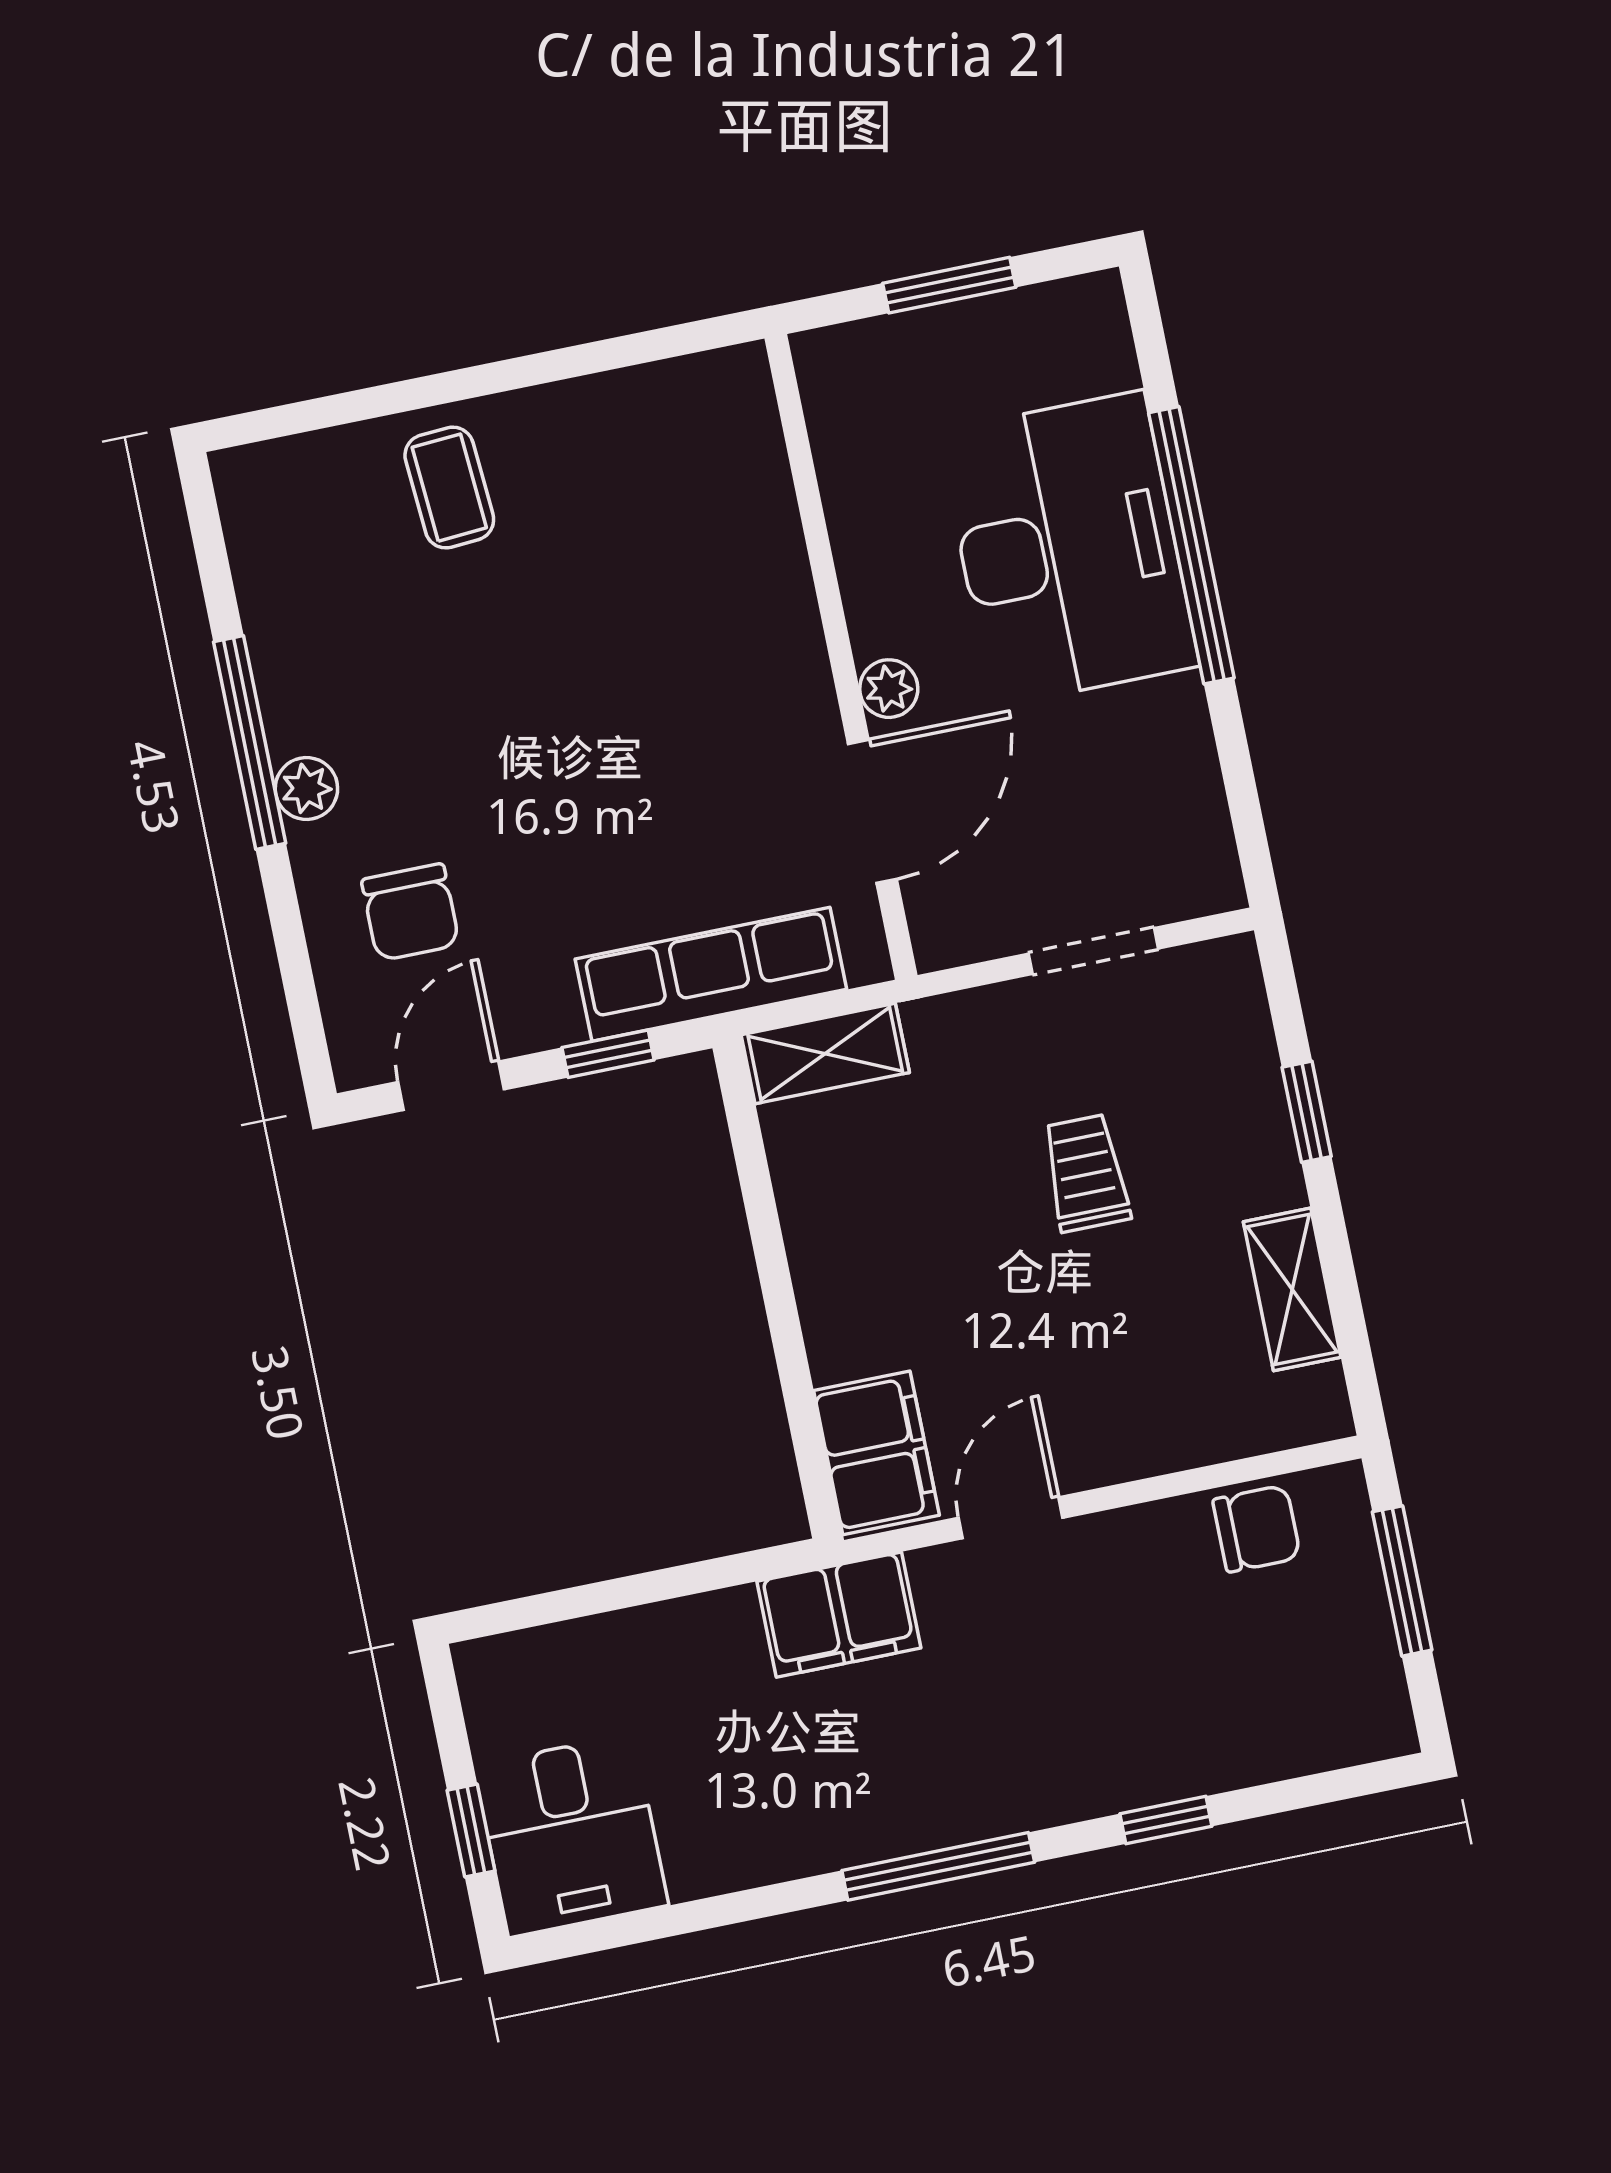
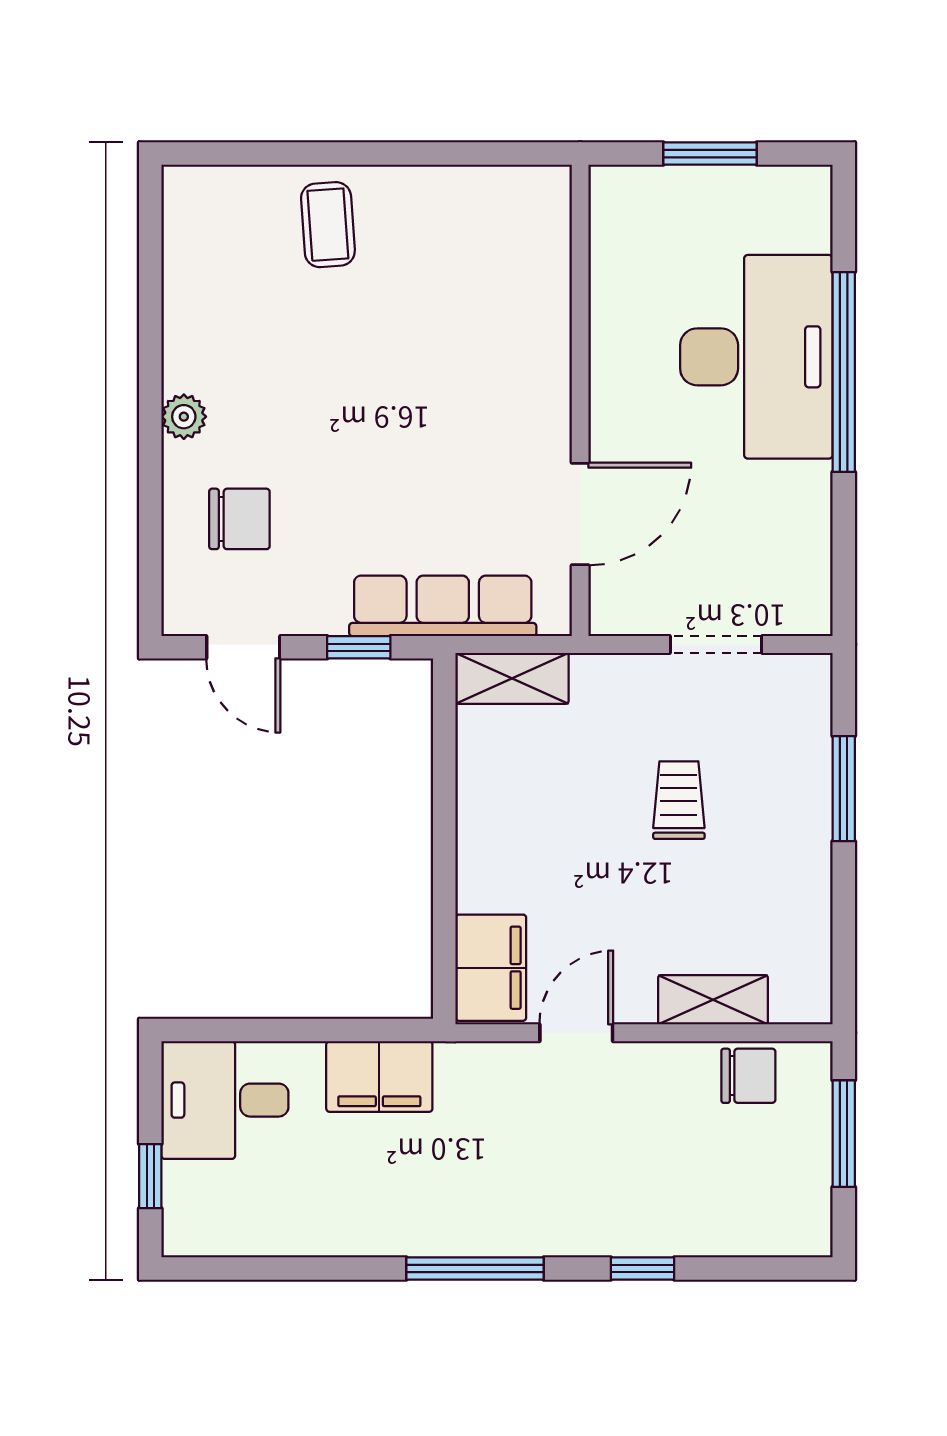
plant: (889, 689) -> (609, 430), removed
window: (250, 743) -> (150, 376), removed
chair: (410, 912) -> (239, 519), turned -90
door: (451, 1086) -> (243, 647), swing flipped
window: (1307, 1112) -> (844, 789), width x1.50
shelving: (1292, 1289) -> (713, 1000), moved, turned 90
filing cabinet: (839, 1615) -> (379, 1077), moved
desk: (571, 1835) -> (225, 1100), moved, turned 90

